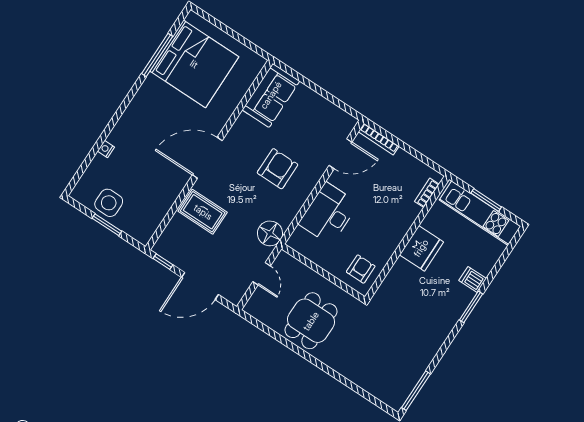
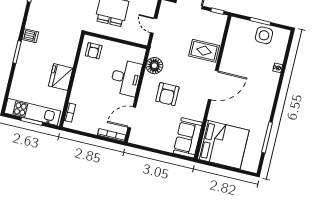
bed: (194, 64) -> (223, 145), moved, turned 180
floor lamp: (270, 233) -> (154, 66), moved
dishwasher: (473, 279) -> (30, 36), moved

